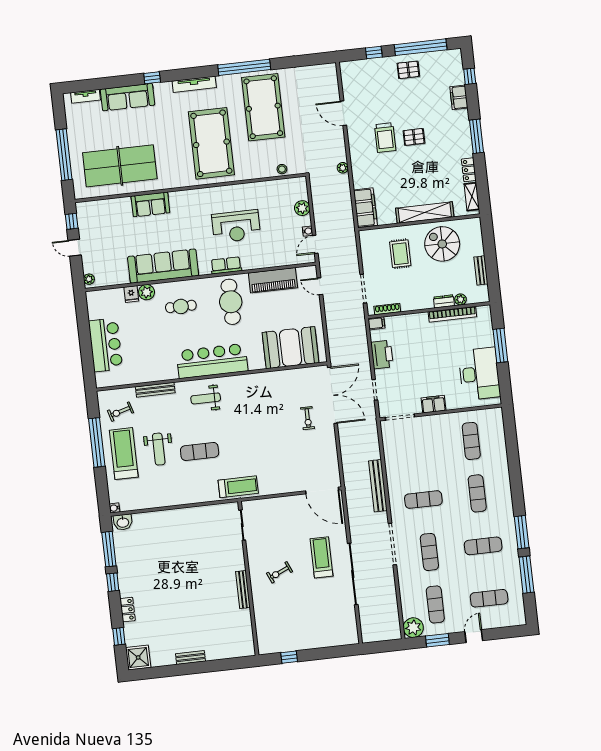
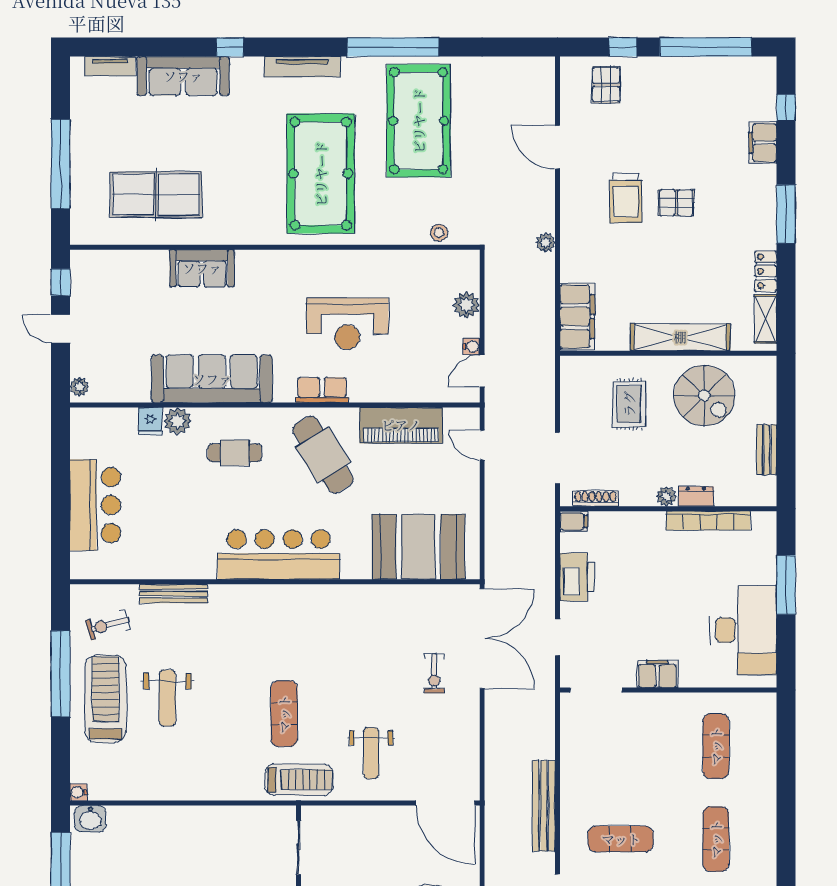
pallet: (408, 70) -> (606, 85), moved, turned 90
table tennis table: (120, 166) -> (156, 195), width x0.73, depth x0.76
spiral stairs: (442, 244) -> (704, 396), turned 180
plant: (461, 299) -> (666, 496), moved
cafe table: (231, 302) -> (323, 455), turned -32
weight bench: (206, 398) -> (371, 753), moved, turned -90
exercise mat: (200, 451) -> (284, 714), moved, turned 90

